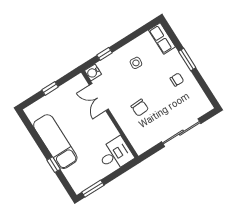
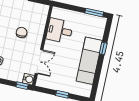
window: (105, 54) -> (22, 86), moved
desk: (115, 154) -> (60, 31), moved

